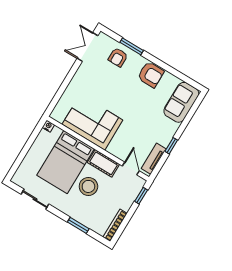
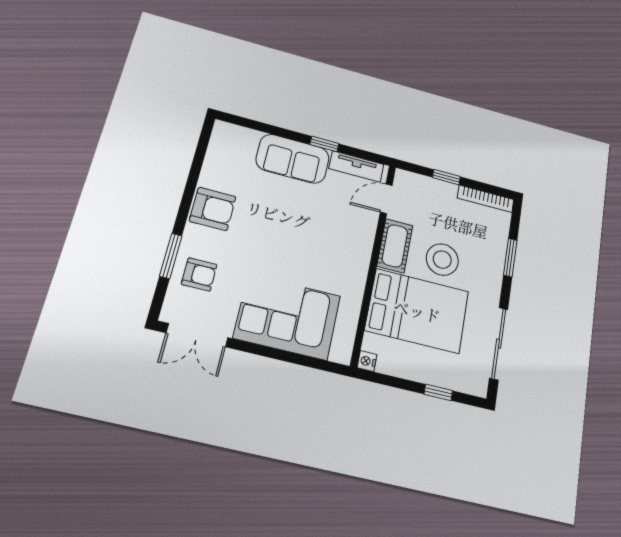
armchair: (151, 75) -> (213, 209), turned 90
sofa: (181, 102) -> (293, 159), moved
corner sofa: (92, 122) -> (287, 317), moved, turned 90
window: (21, 157) -> (438, 392), added
window: (141, 196) -> (446, 177), moved
sliding door: (35, 199) -> (499, 344), width x1.37

